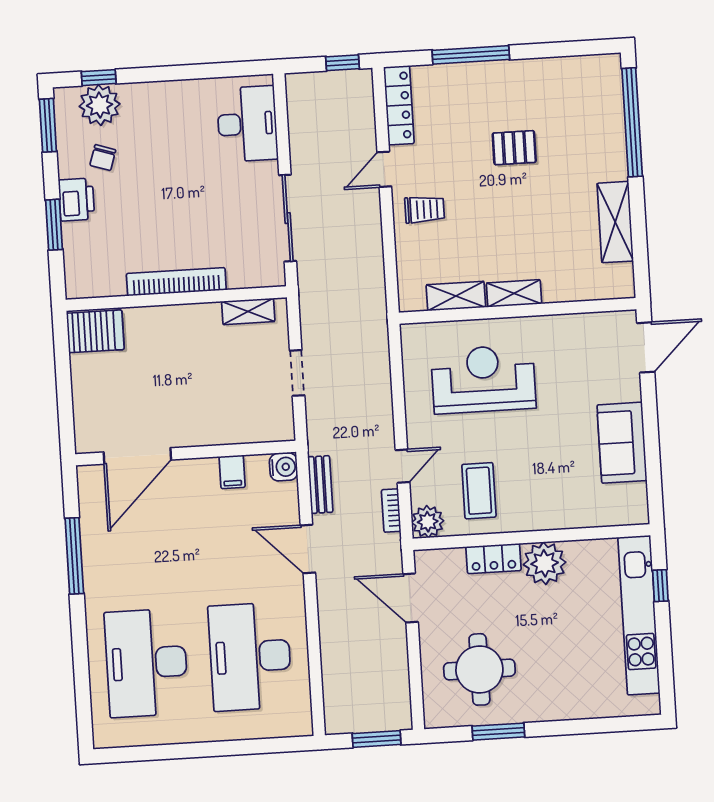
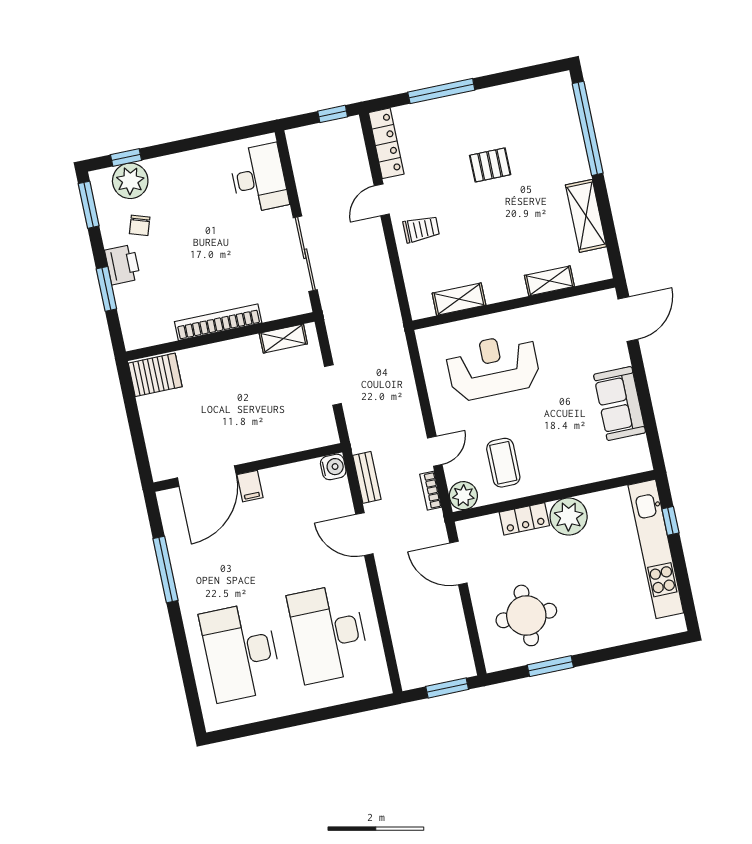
shelving: (514, 293) -> (549, 281), moved
filing cabinet: (232, 472) -> (250, 486), moved

